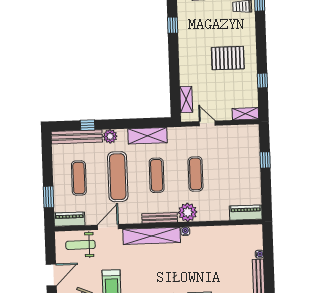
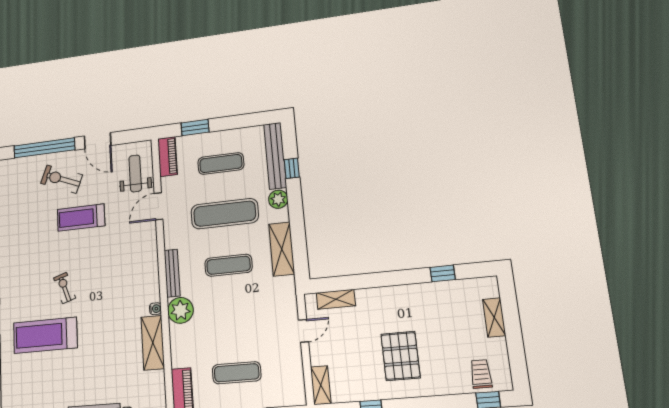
exercise mat: (196, 174) -> (237, 373), moved
door: (108, 227) -> (158, 206), swing flipped
shelving: (152, 236) -> (153, 343), moved, width x0.68

